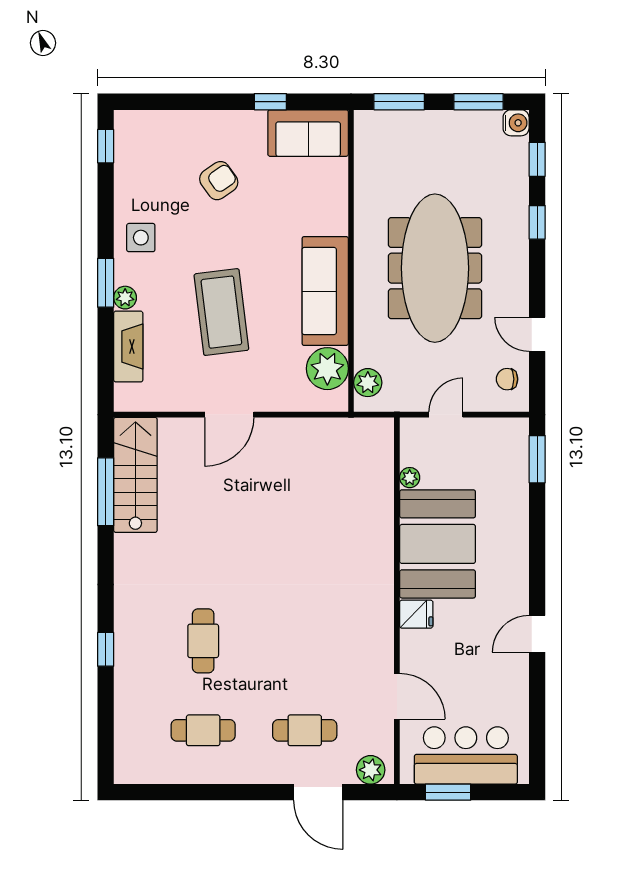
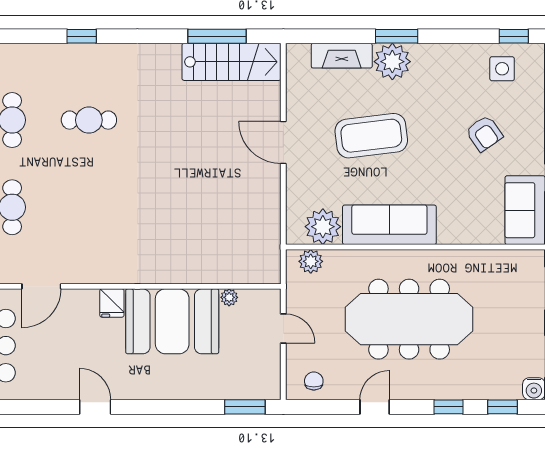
side table: (141, 238) -> (502, 69), moved
plant: (125, 298) -> (392, 62), width x1.87, depth x1.87
door: (537, 334) -> (375, 407), moved

